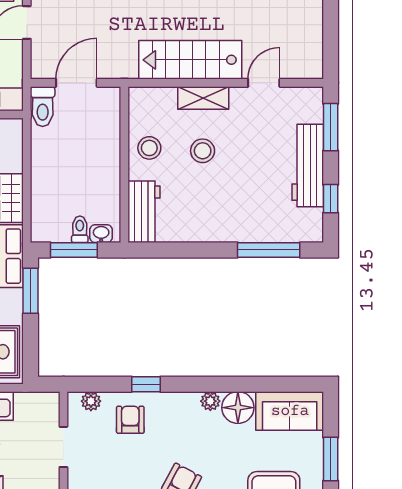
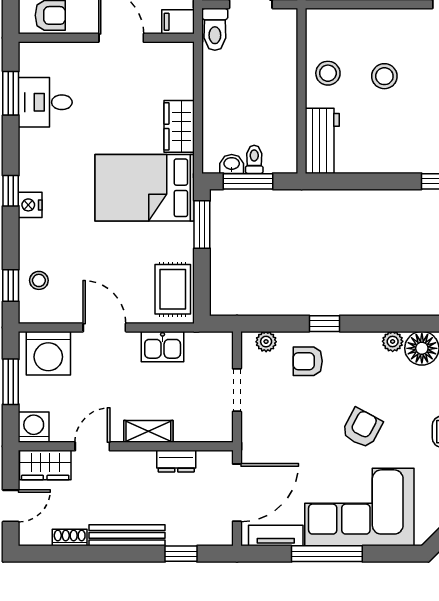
shelving: (203, 98) -> (385, 20), removed
washbasin: (101, 234) -> (232, 164), moved
armchair: (130, 420) -> (308, 361), turned -90

